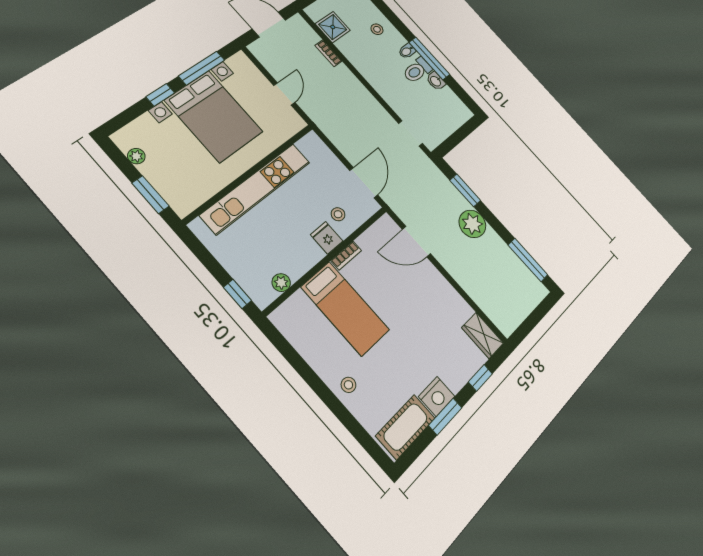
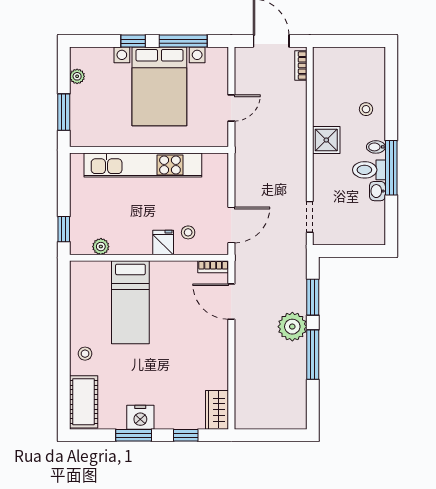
shower: (333, 27) -> (326, 140), moved
bookcase: (328, 53) -> (301, 66), moved
bookcase: (346, 256) -> (213, 267), moved
window: (528, 260) -> (313, 355), moved
cot: (406, 427) -> (84, 402), moved, turned 90

